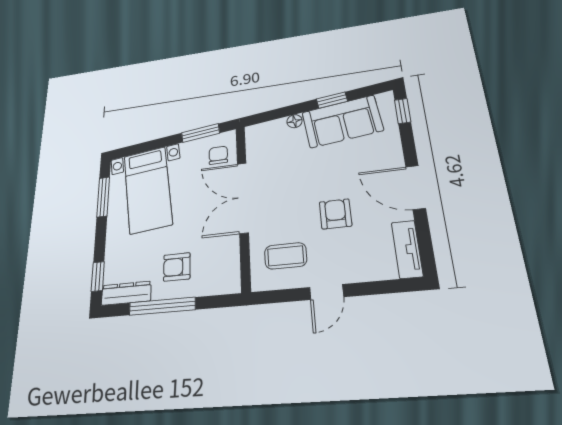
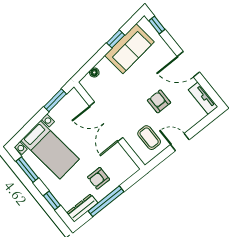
floor lamp: (294, 121) -> (94, 72), moved
chair: (218, 155) -> (75, 107), removed
coffee table: (286, 256) -> (149, 138), turned 90
window: (98, 276) -> (52, 201), moved
door: (327, 292) -> (180, 142), swing flipped

